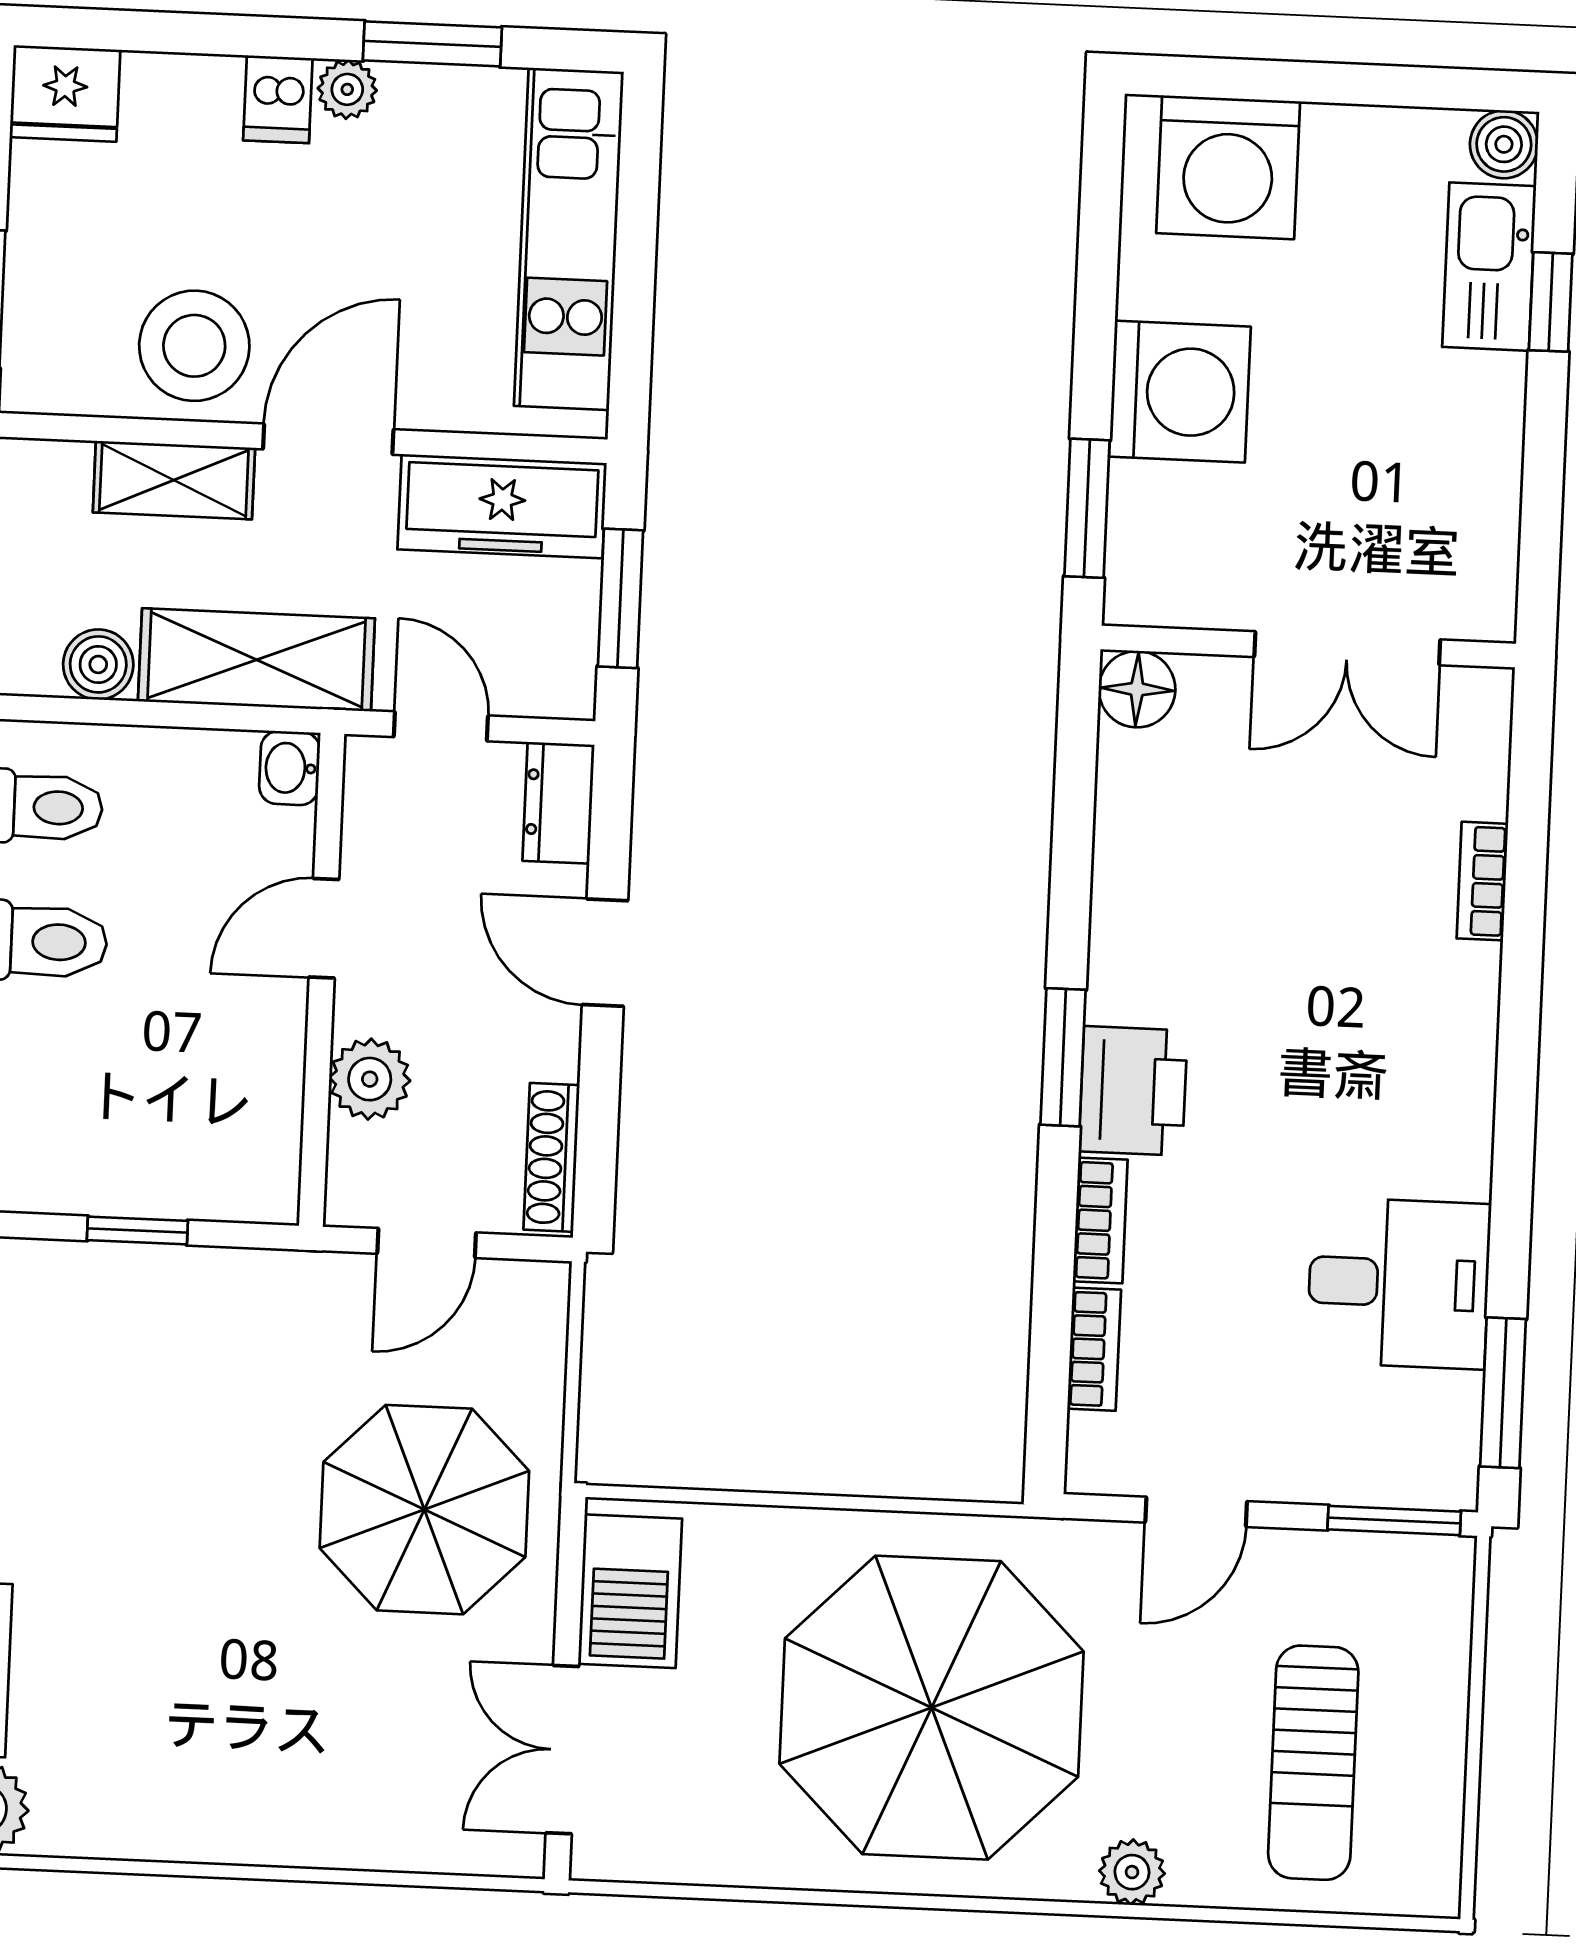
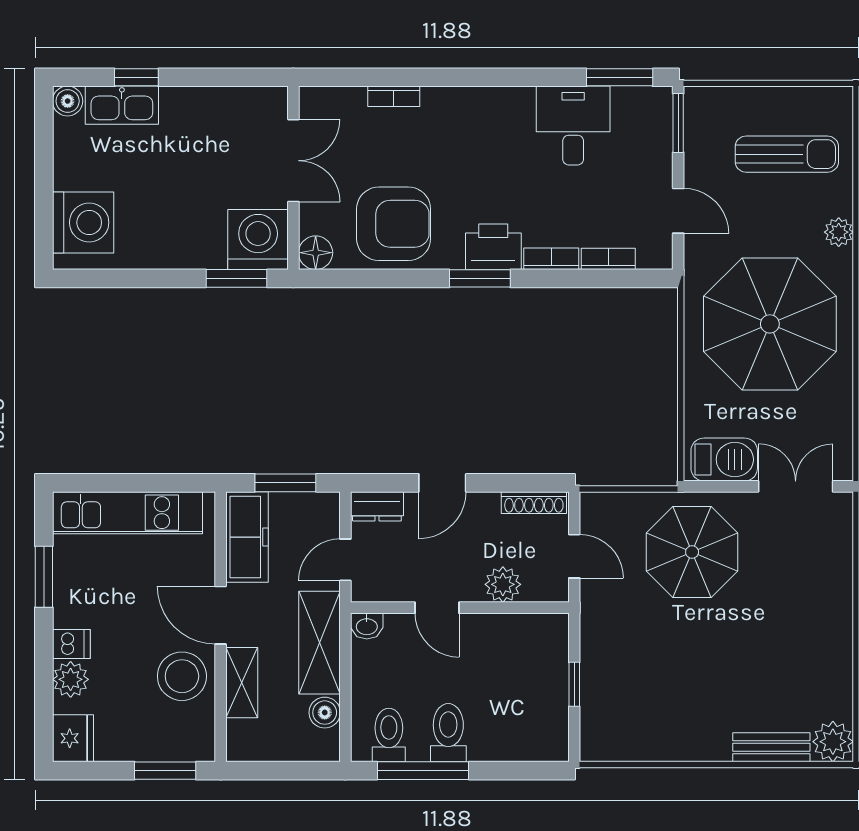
plant: (347, 89) -> (71, 679), moved, width x1.38, depth x1.38
washing machine: (1180, 392) -> (258, 240), moved
armchair: (1195, 868) -> (394, 224), added
double door: (562, 1750) -> (796, 486), swing flipped

